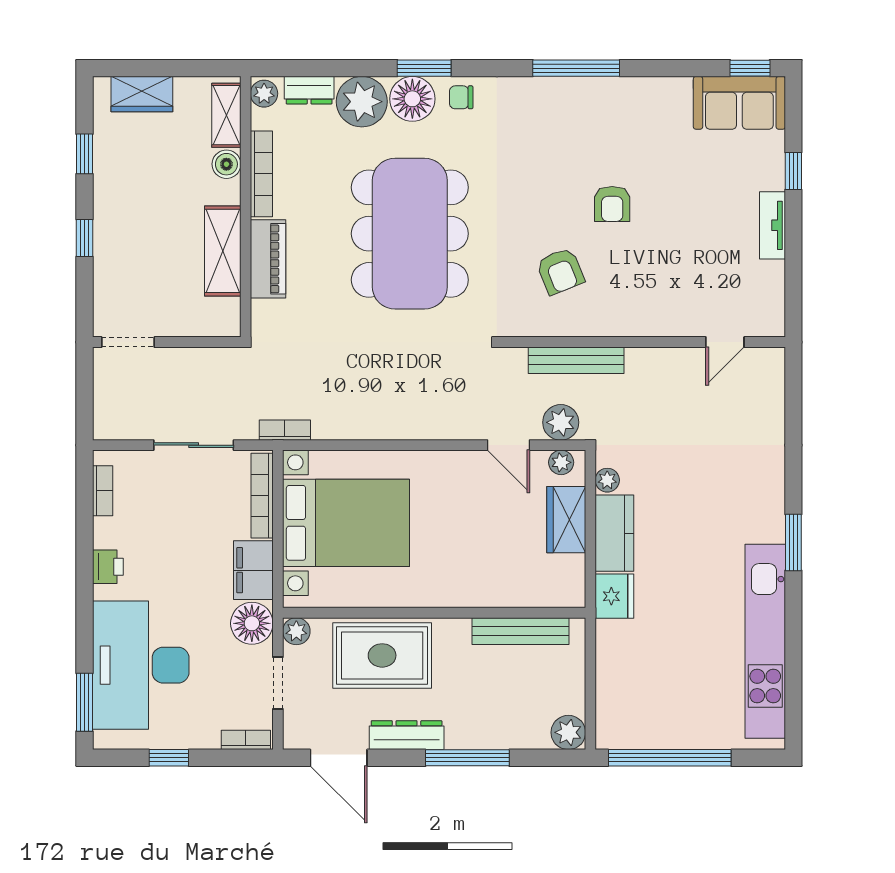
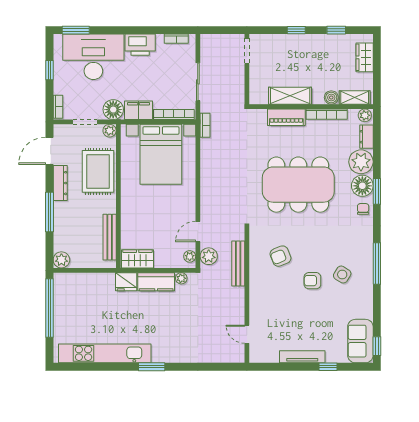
side table: (599, 141) -> (342, 275), added
tv unit: (772, 225) -> (302, 357), width x1.41
wardrobe: (566, 520) -> (138, 259), moved
printer: (108, 567) -> (140, 45), width x1.87, depth x1.48

